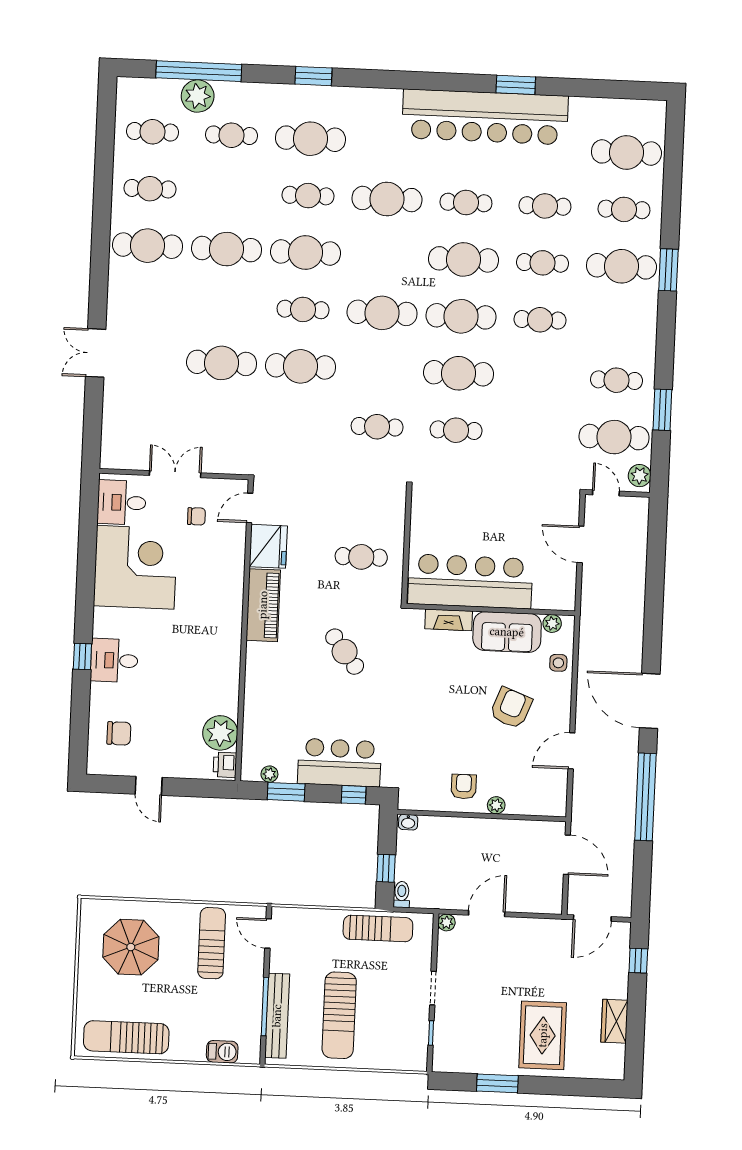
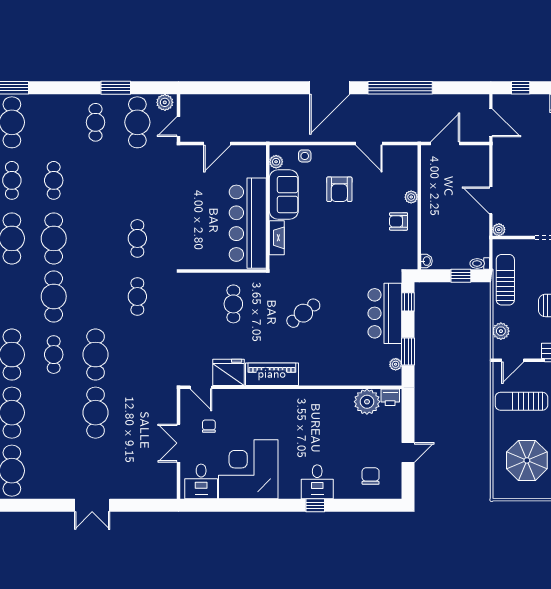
cafe table: (459, 373) -> (96, 238), removed
armchair: (511, 708) -> (339, 189), turned -111
plant: (308, 919) -> (501, 331), added

